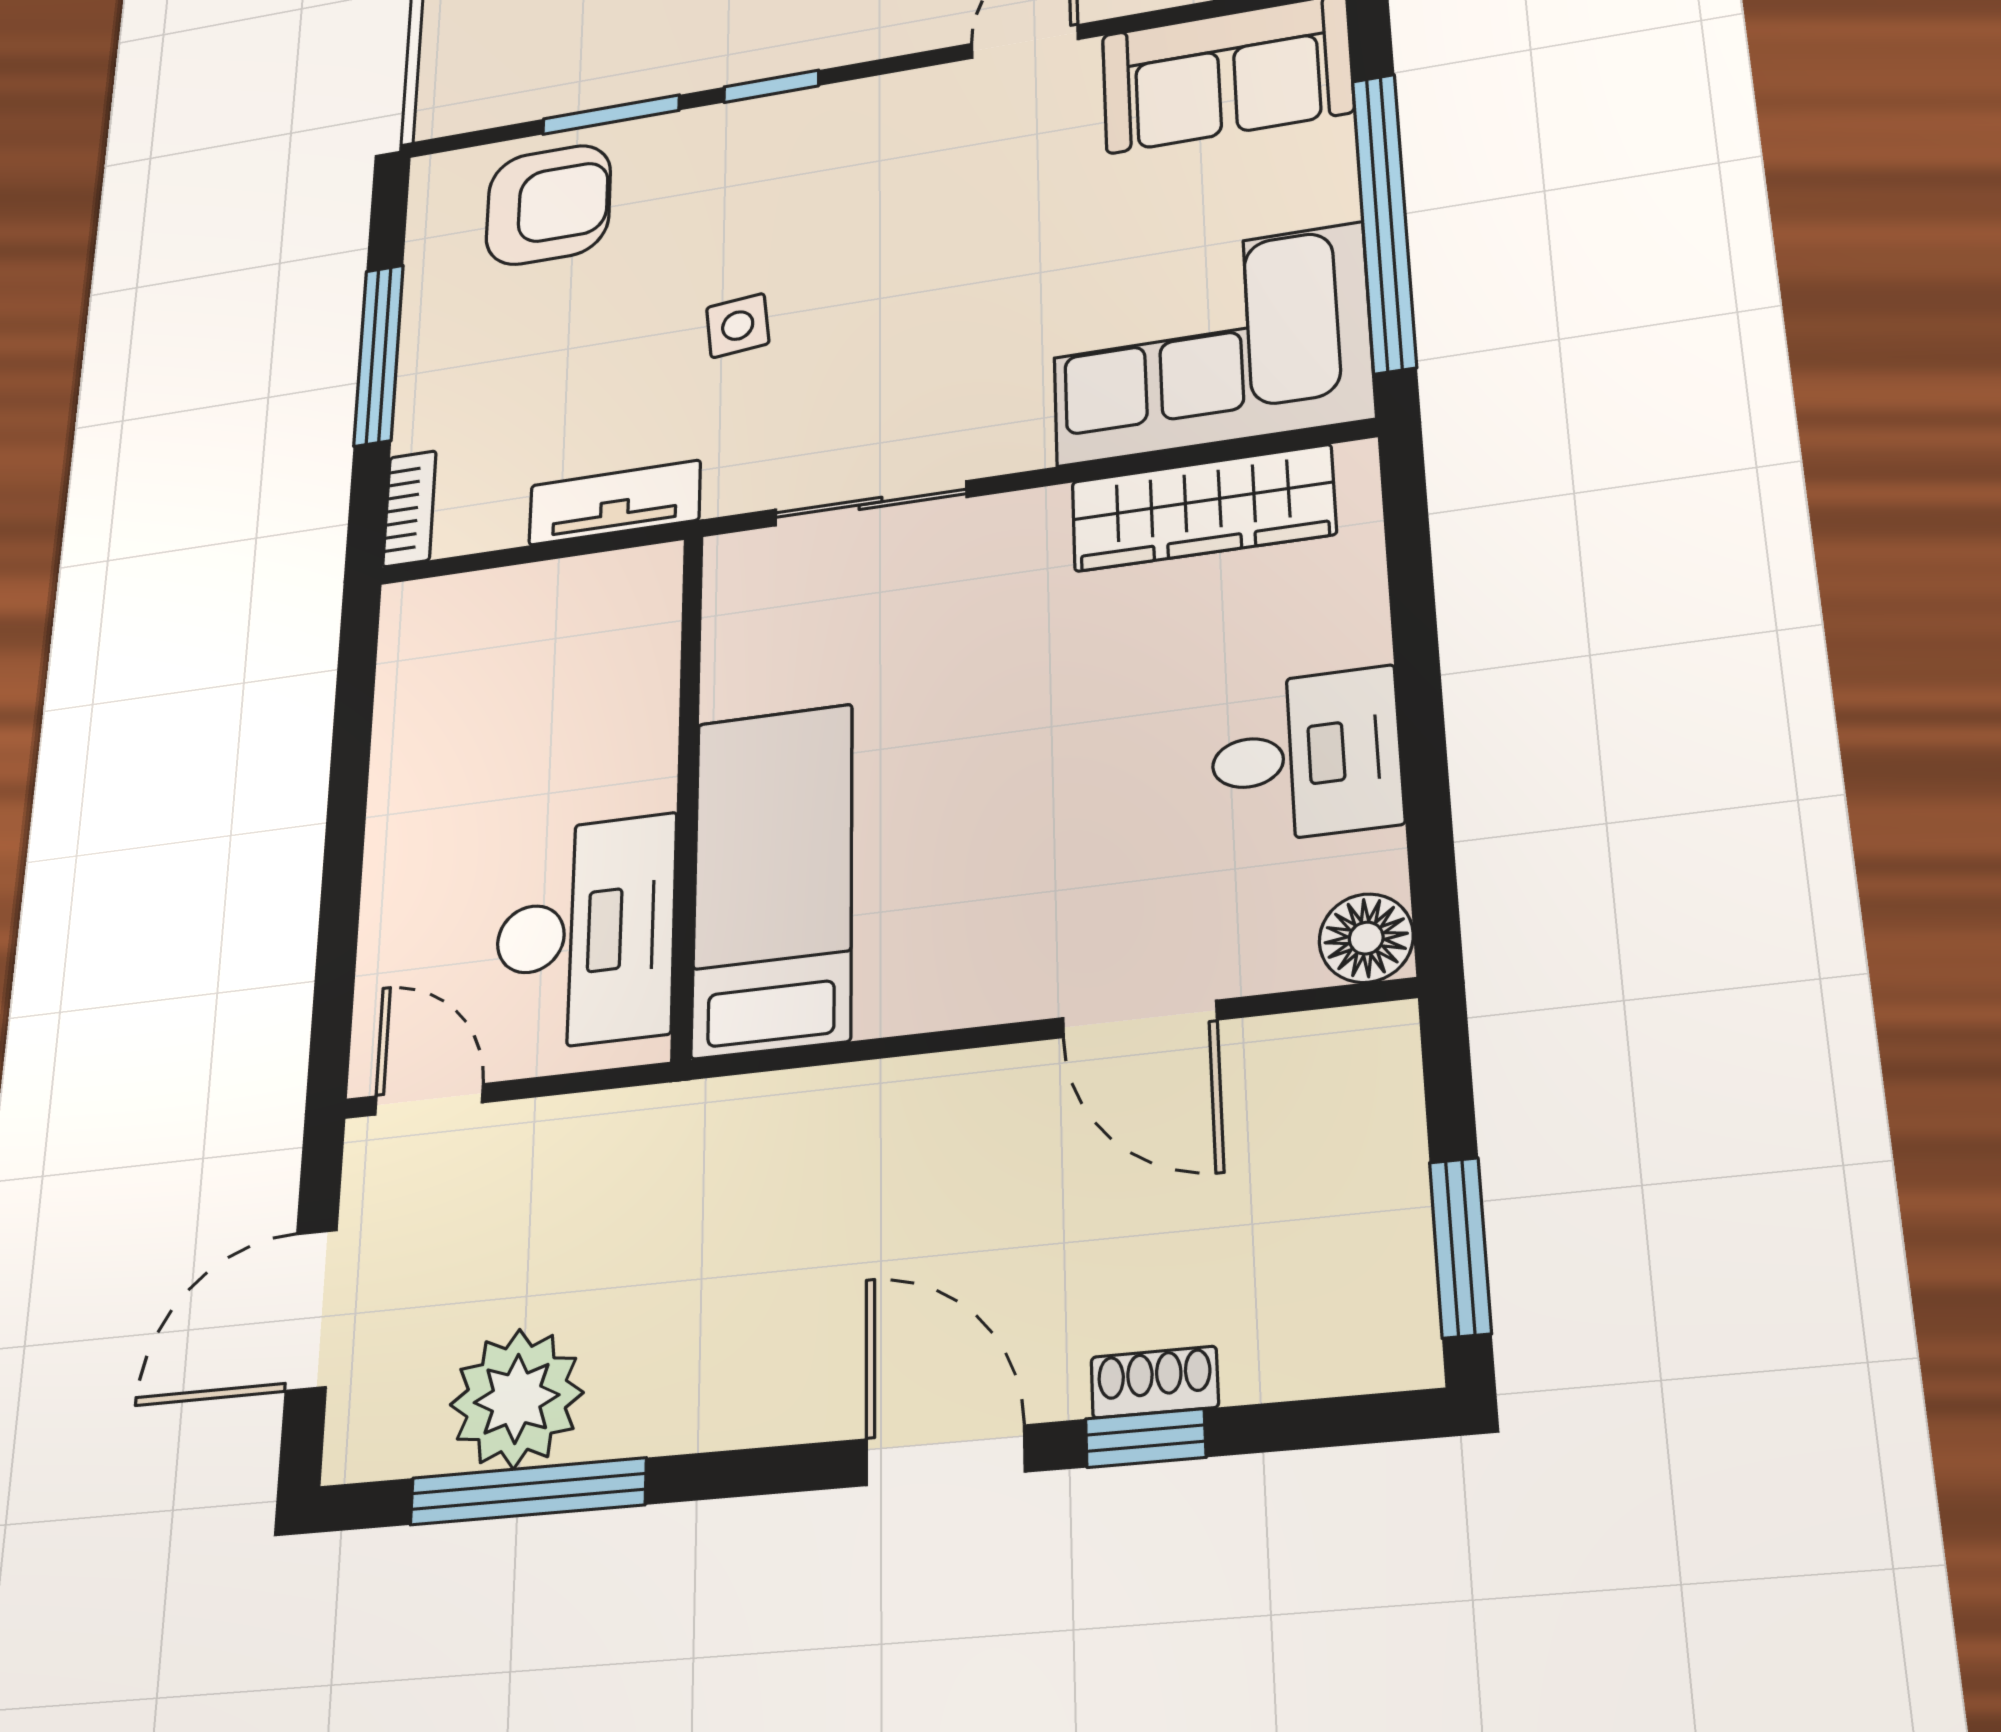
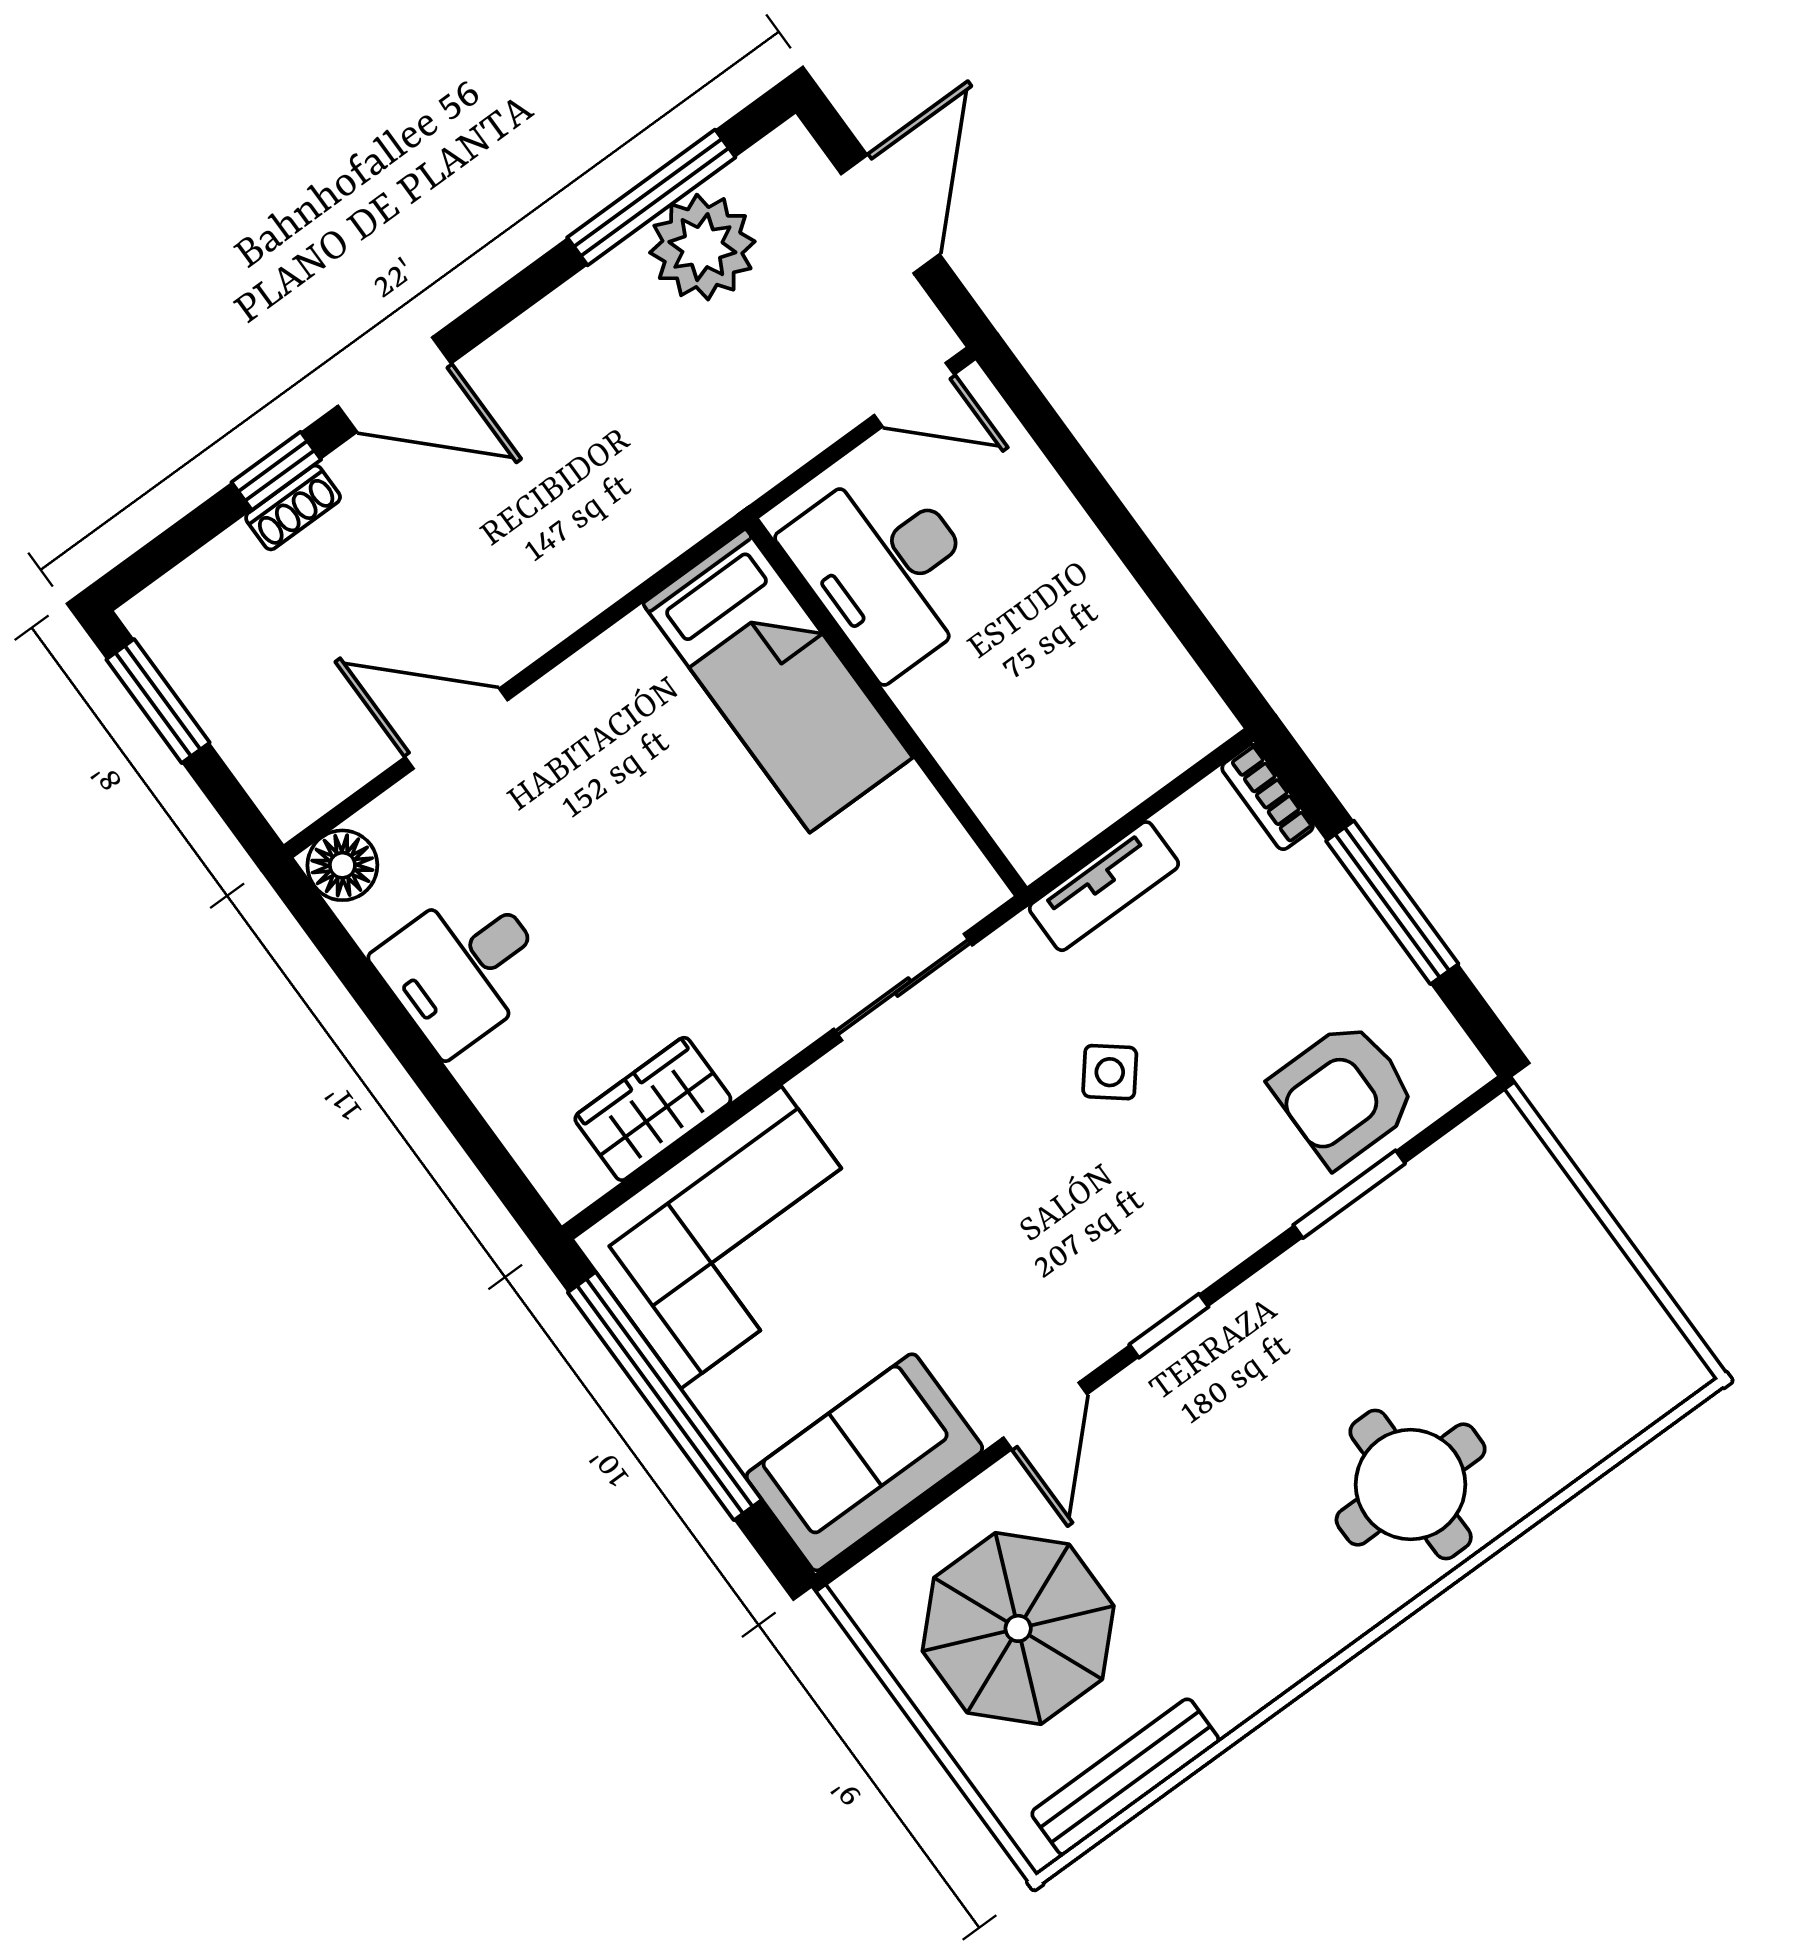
window: (771, 86) -> (1169, 1326), moved
side table: (738, 326) -> (1110, 1072), turned 45
wardrobe: (1203, 508) -> (653, 1109), width x0.67

